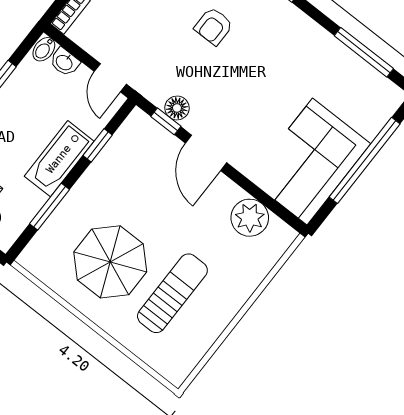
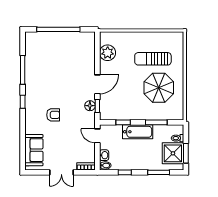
window: (364, 52) -> (23, 70), moved
door: (110, 78) -> (97, 136), swing flipped
corner sofa: (310, 162) -> (73, 47), removed

